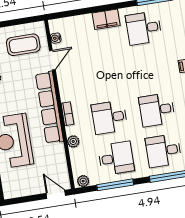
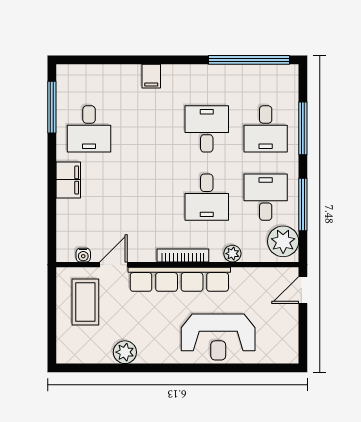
door: (52, 60) -> (113, 265), hinge flipped
desk: (157, 110) -> (207, 129), turned 180
bookcase: (67, 114) -> (183, 256), width x1.56
plant: (83, 181) -> (283, 241), width x1.87, depth x1.87

